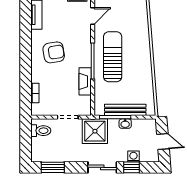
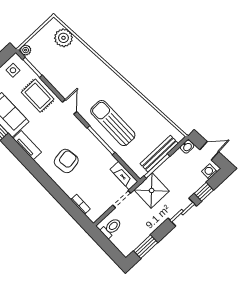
fireplace: (85, 81) -> (124, 176), moved
washbasin: (125, 124) -> (187, 147), moved
washing machine: (133, 157) -> (209, 172), moved

